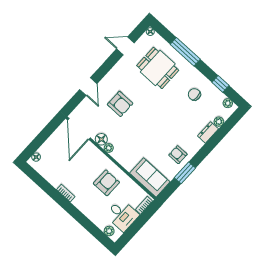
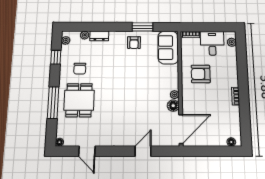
dining table: (158, 68) -> (79, 100), moved
armchair: (120, 104) -> (135, 115), removed

